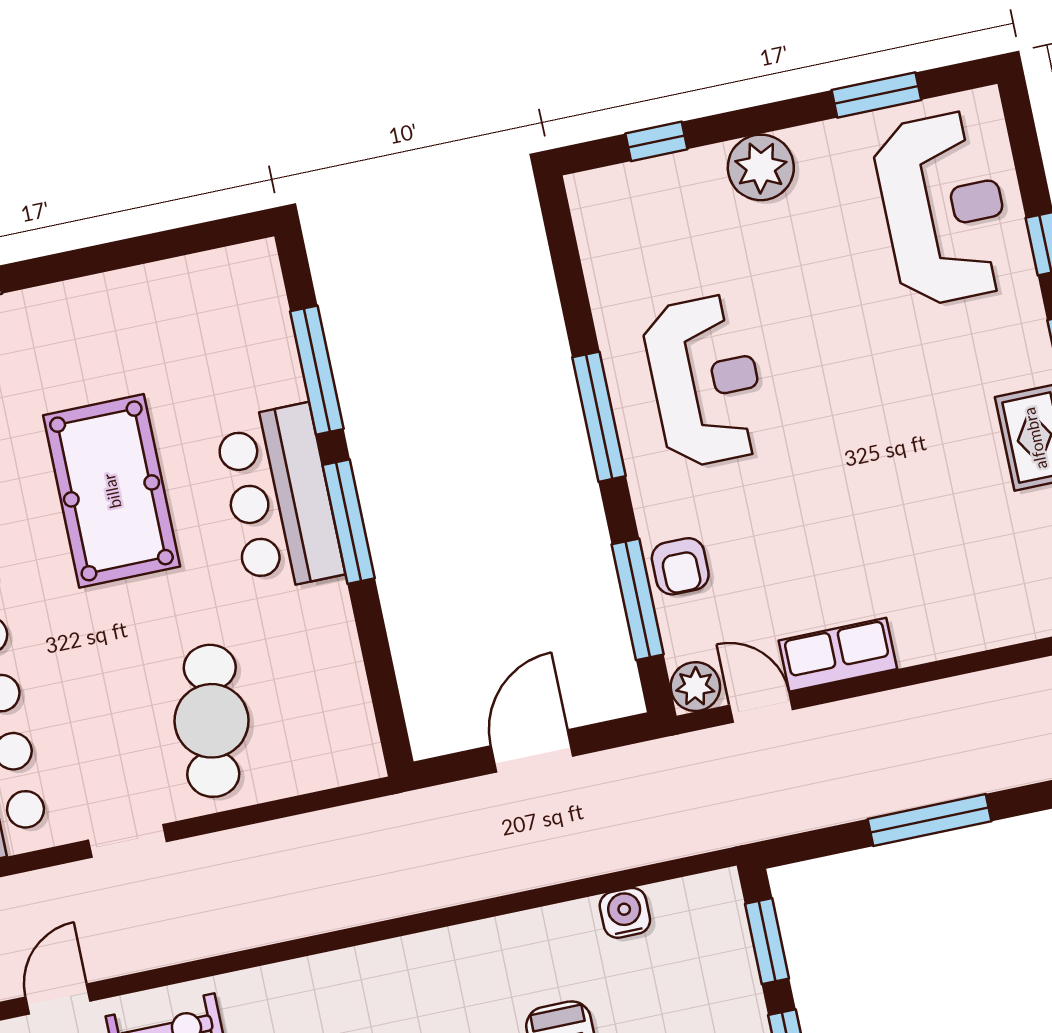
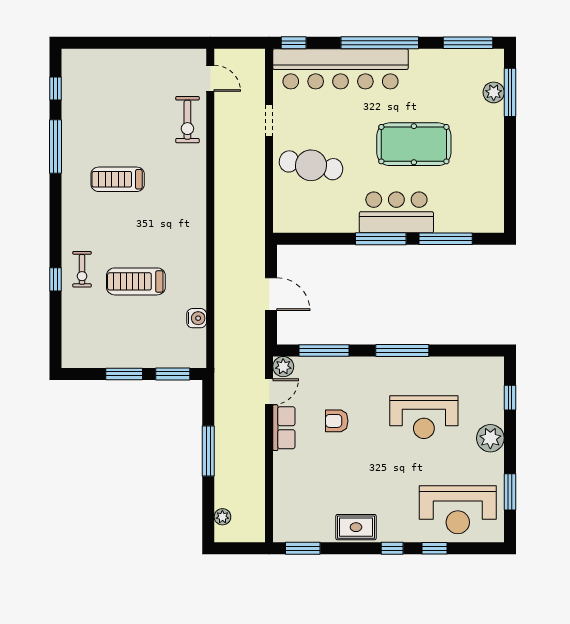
reception desk: (705, 381) -> (424, 417), moved
armchair: (680, 566) -> (337, 421), moved

